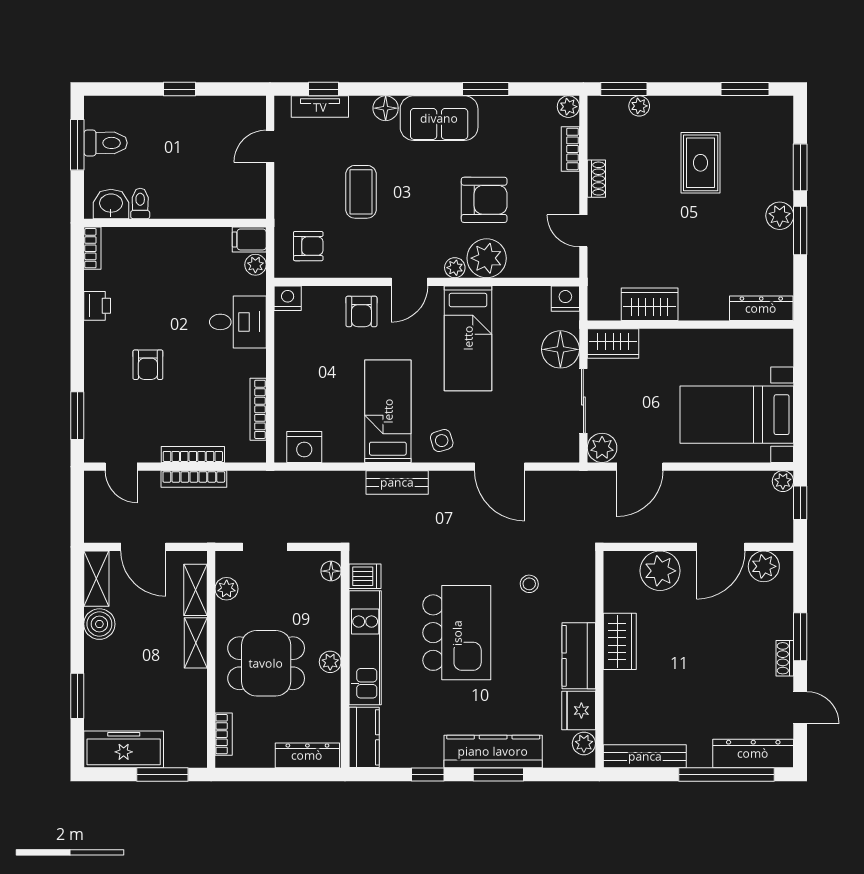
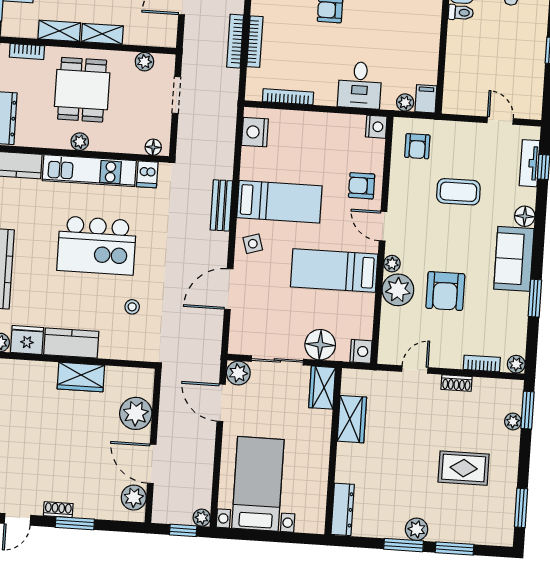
shelving: (196, 590) -> (59, 31), moved

